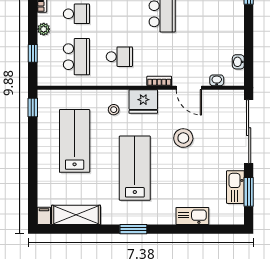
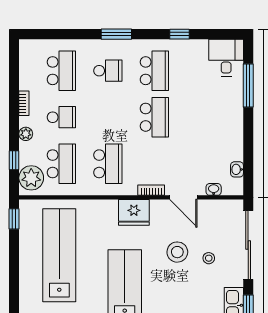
school desk: (119, 57) -> (108, 164), width x1.85
plant: (49, 70) -> (31, 178), added
stool: (114, 110) -> (209, 258), moved
lab bench: (75, 141) -> (59, 255), width x1.36

